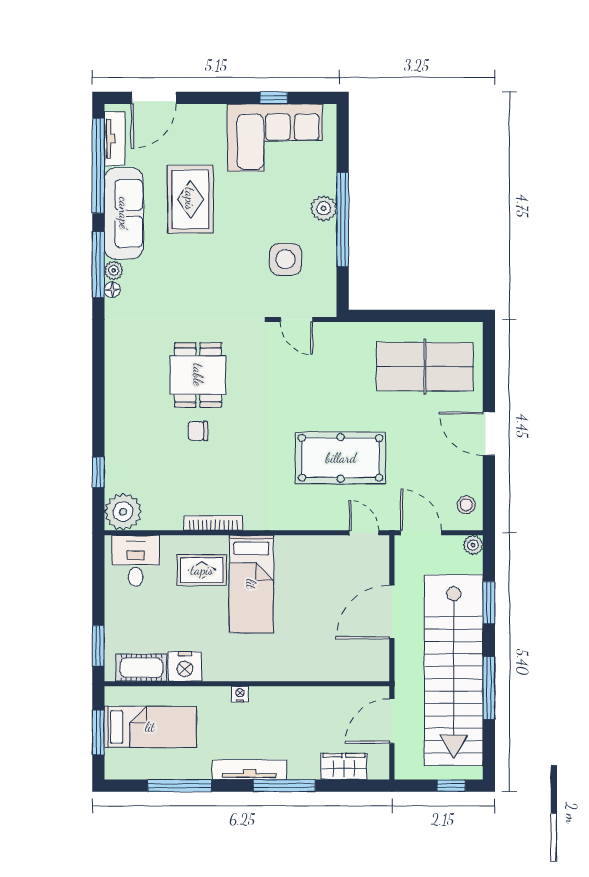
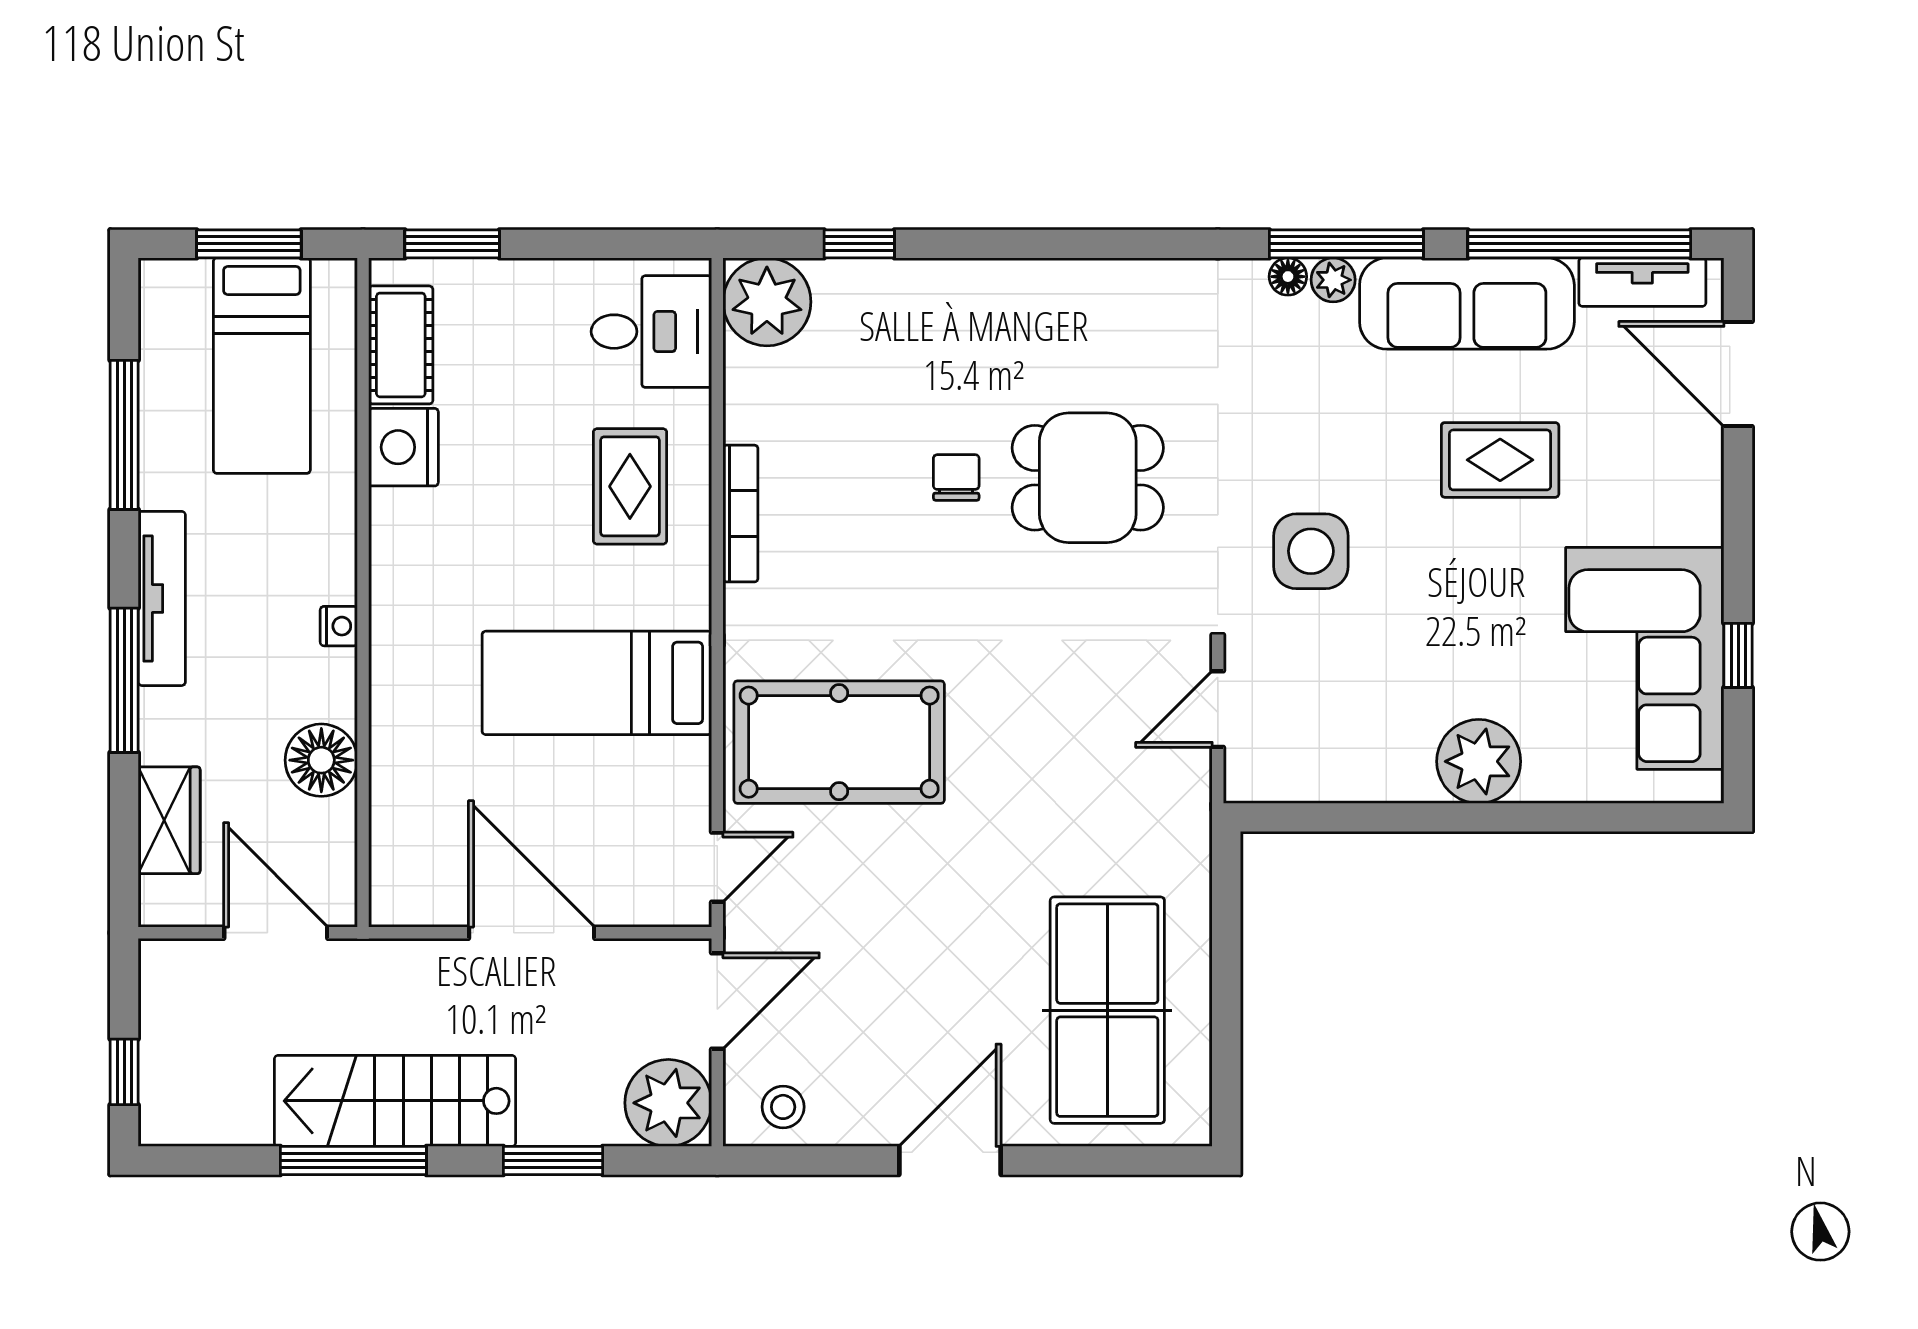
rug: (190, 199) -> (1500, 460), width x0.73, depth x0.70
plant: (324, 208) -> (1479, 761), width x1.36, depth x1.36
window: (343, 220) -> (1452, 817), removed
side table: (286, 259) -> (1311, 551), moved
pool table: (341, 458) -> (839, 742), moved, turned 90
plant: (473, 545) -> (668, 1103), width x1.88, depth x1.88
bed: (251, 584) -> (597, 683), moved
stairs: (454, 670) -> (395, 1101), width x0.54, depth x0.66
nightstand: (240, 694) -> (339, 626), moved
floor lamp: (318, 702) -> (321, 760), added

